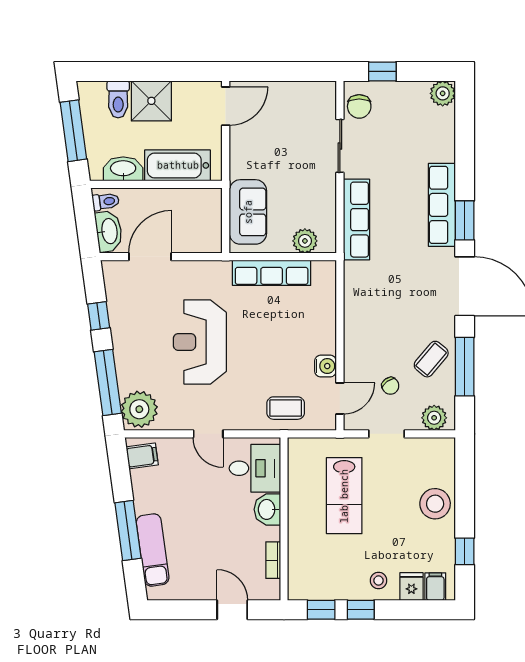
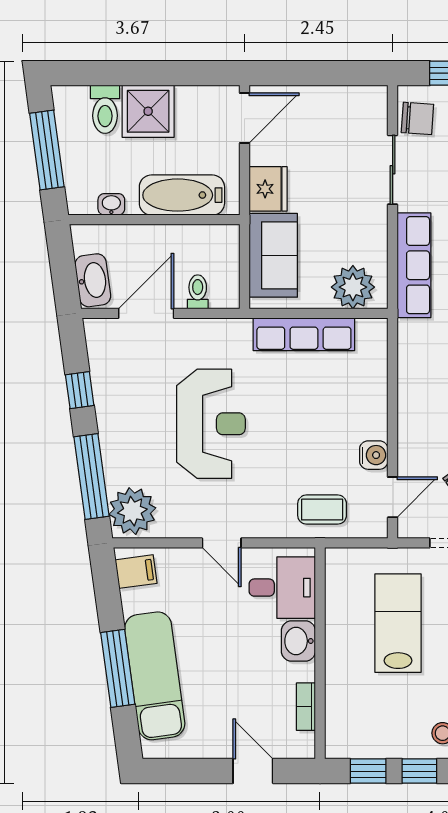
chair: (359, 106) -> (417, 118), turned -86
fridge: (244, 161) -> (268, 189), added
washbasin: (123, 169) -> (111, 204), width x0.52, depth x0.69
toilet: (106, 202) -> (198, 292), moved, turned -82
plant: (305, 241) -> (353, 287), width x1.36, depth x1.36
reception desk: (200, 342) -> (211, 424), turned 180
lab bench: (344, 496) -> (398, 623), turned 180
exam couch: (153, 550) -> (155, 676), width x1.36, depth x1.45

